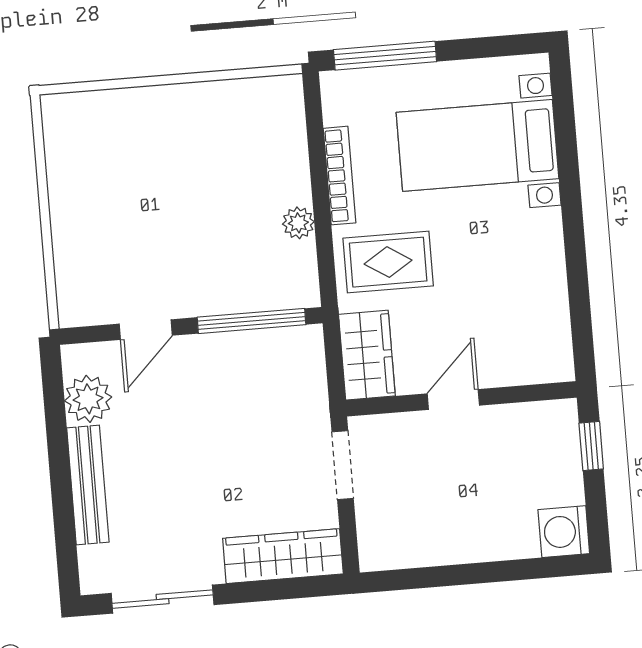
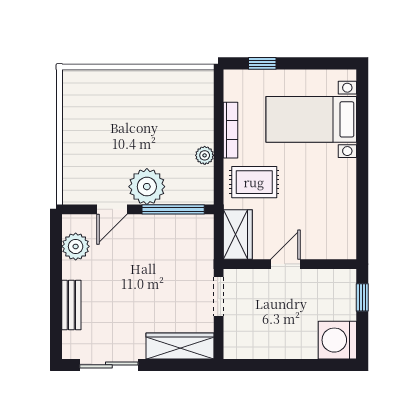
window: (385, 56) -> (262, 63), width x0.46
plant: (203, 285) -> (147, 187), added
bench: (88, 485) -> (71, 305), width x0.73
washing machine: (564, 532) -> (337, 340), width x1.37, depth x1.37

